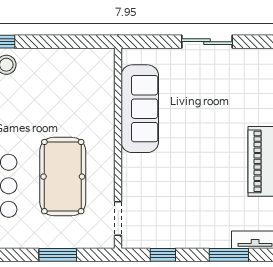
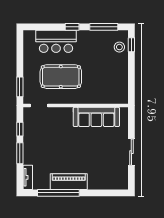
window: (58, 255) -> (20, 87), moved
window: (229, 255) -> (20, 153), moved

